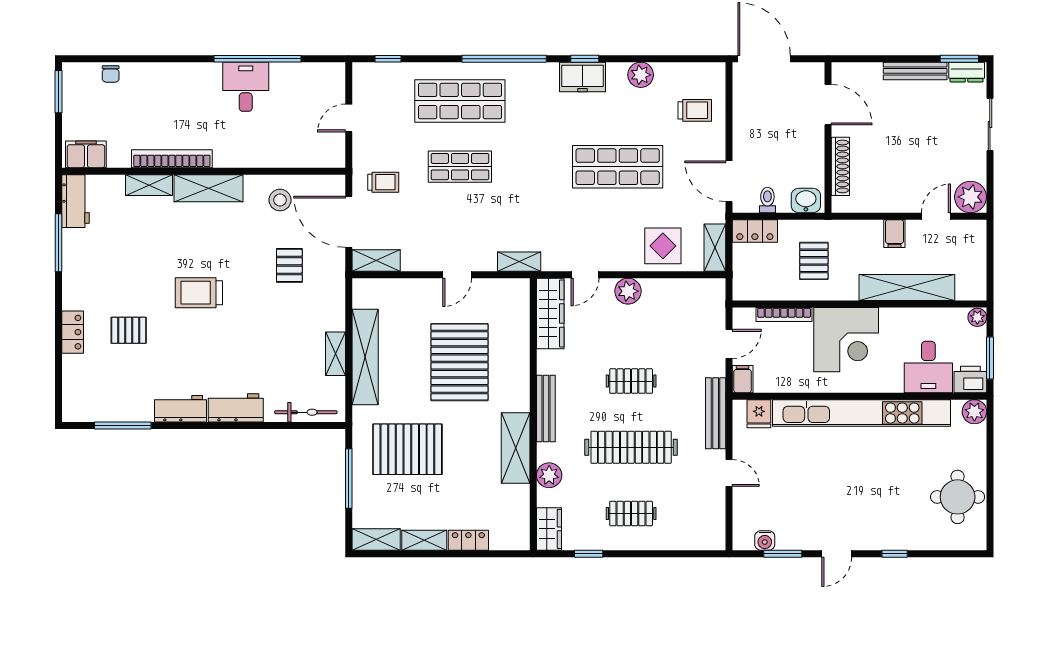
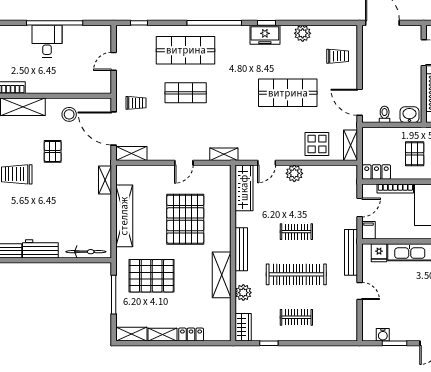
locker: (755, 231) -> (376, 172), moved, turned 180
pallet: (289, 265) -> (53, 151), moved
shelving: (335, 354) -> (105, 180), moved

